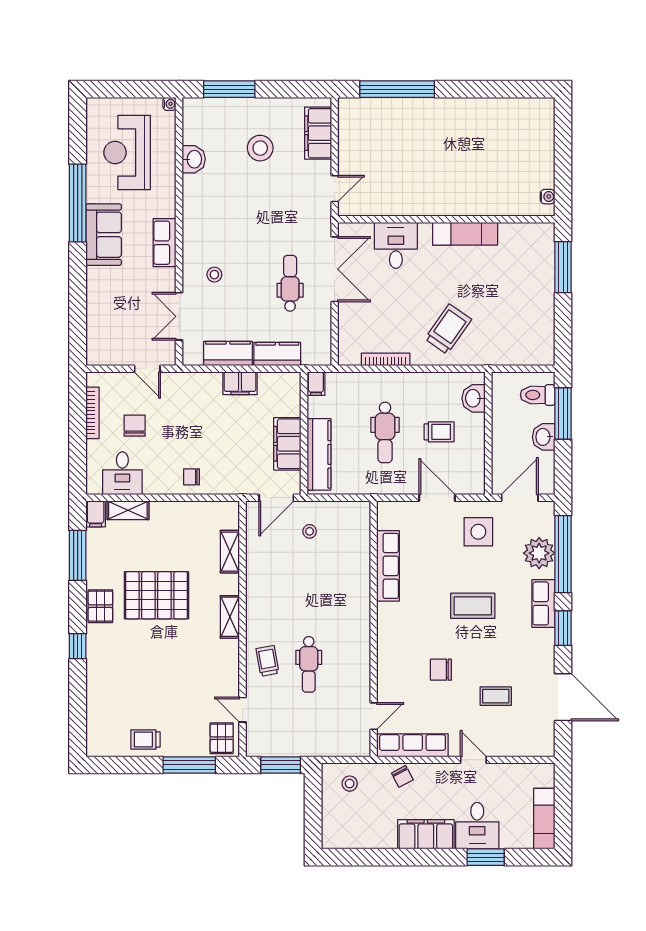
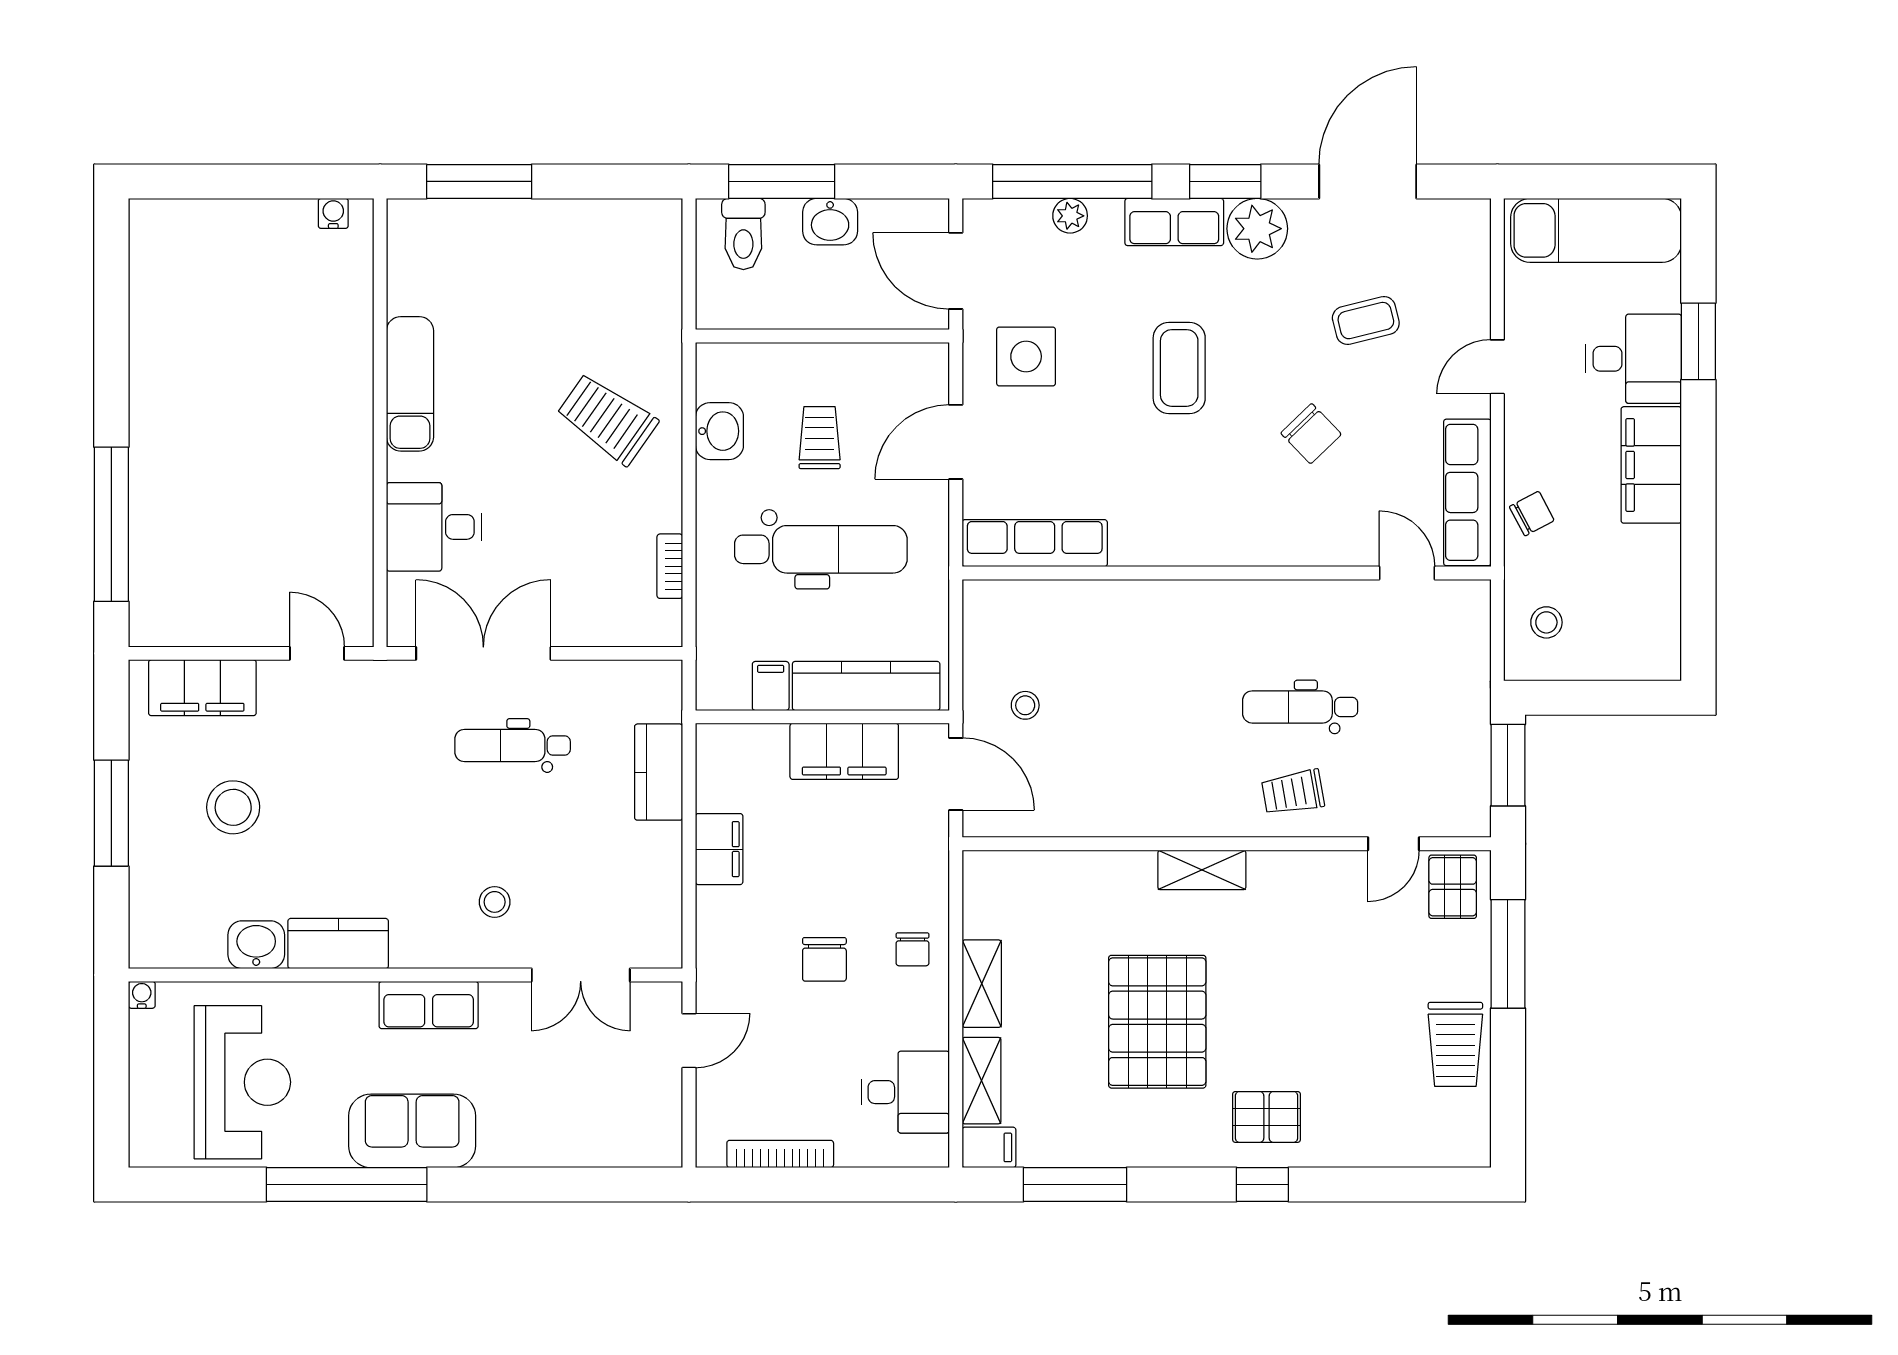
window: (229, 89) -> (111, 813), moved
reception desk: (127, 153) -> (242, 1082), turned -90
kitchen counter: (228, 353) -> (338, 944), moved, turned 90
bookcase: (386, 359) -> (670, 566), width x0.64
filing cabinet: (316, 384) -> (771, 686), moved, turned -90
washbasin: (474, 398) -> (719, 431), moved, turned -90
chair: (135, 426) -> (824, 959), moved, turned -90
dental chair: (385, 432) -> (821, 549), width x1.36, depth x1.38
shelving: (230, 552) -> (982, 984), moved, turned 90
plant: (539, 553) -> (1070, 216), width x0.53, depth x0.53
row of seats: (388, 566) -> (1035, 543), moved
pallet: (100, 606) -> (1266, 1117), moved
plant: (540, 644) -> (1257, 229), added
dental chair: (309, 664) -> (1300, 707), turned 180
chair: (441, 670) -> (1311, 434), turned -44
coffee table: (496, 696) -> (1366, 321), turned 76
pallet: (222, 738) -> (1453, 887), turned 90
trolley: (145, 739) -> (1455, 1044), width x1.36, depth x1.39
exam couch: (544, 819) -> (1596, 230), width x1.36, depth x1.45

